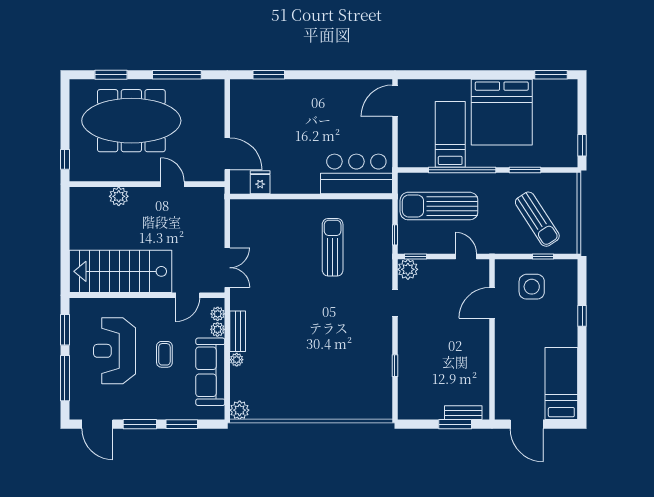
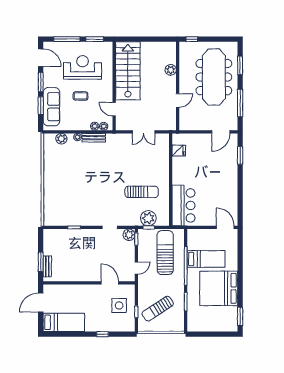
window: (582, 145) -> (200, 334), removed
door: (227, 154) -> (221, 132), moved
plant: (379, 236) -> (148, 218), added
double door: (227, 268) -> (144, 132), moved
sofa: (210, 372) -> (51, 107), moved, turned 90
plant: (240, 410) -> (61, 139), moved
door: (97, 424) -> (41, 58), swing flipped

